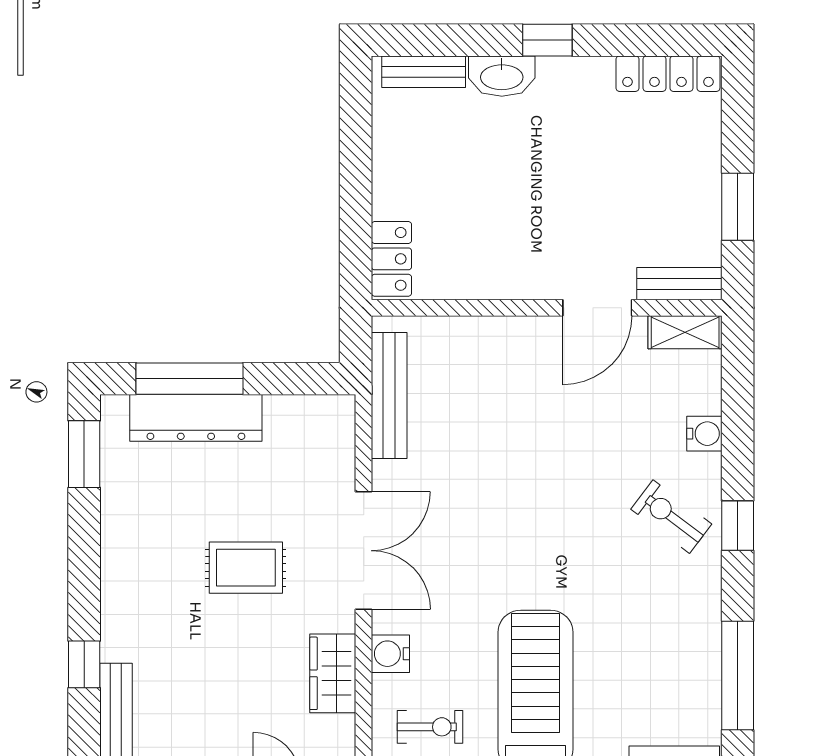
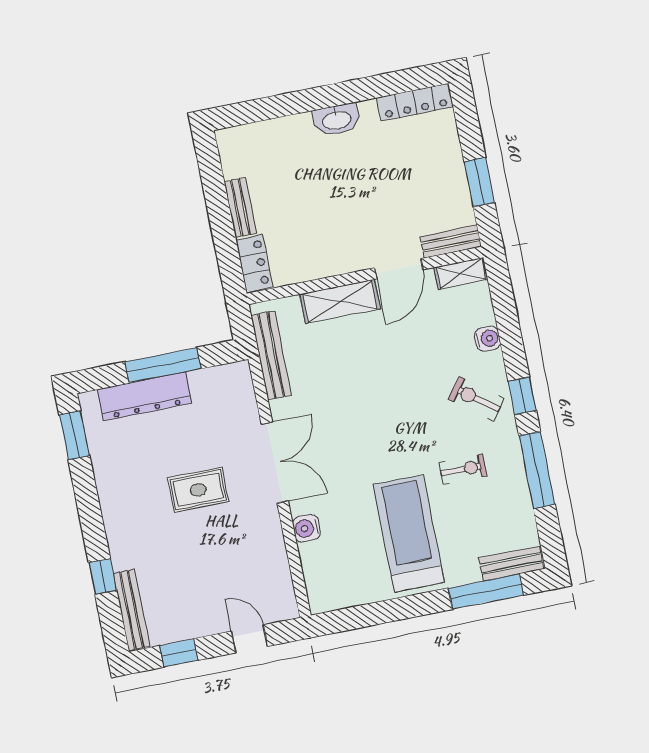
window: (547, 40) -> (330, 96), removed
bench: (424, 72) -> (240, 207), moved, turned 90
washbasin: (502, 76) -> (337, 120), moved
shelving: (504, 338) -> (340, 301), added
window: (189, 379) -> (163, 365), moved
wardrobe: (333, 673) -> (271, 549), removed
window: (738, 675) -> (537, 470), moved
exercise bike: (430, 727) -> (463, 469), moved

